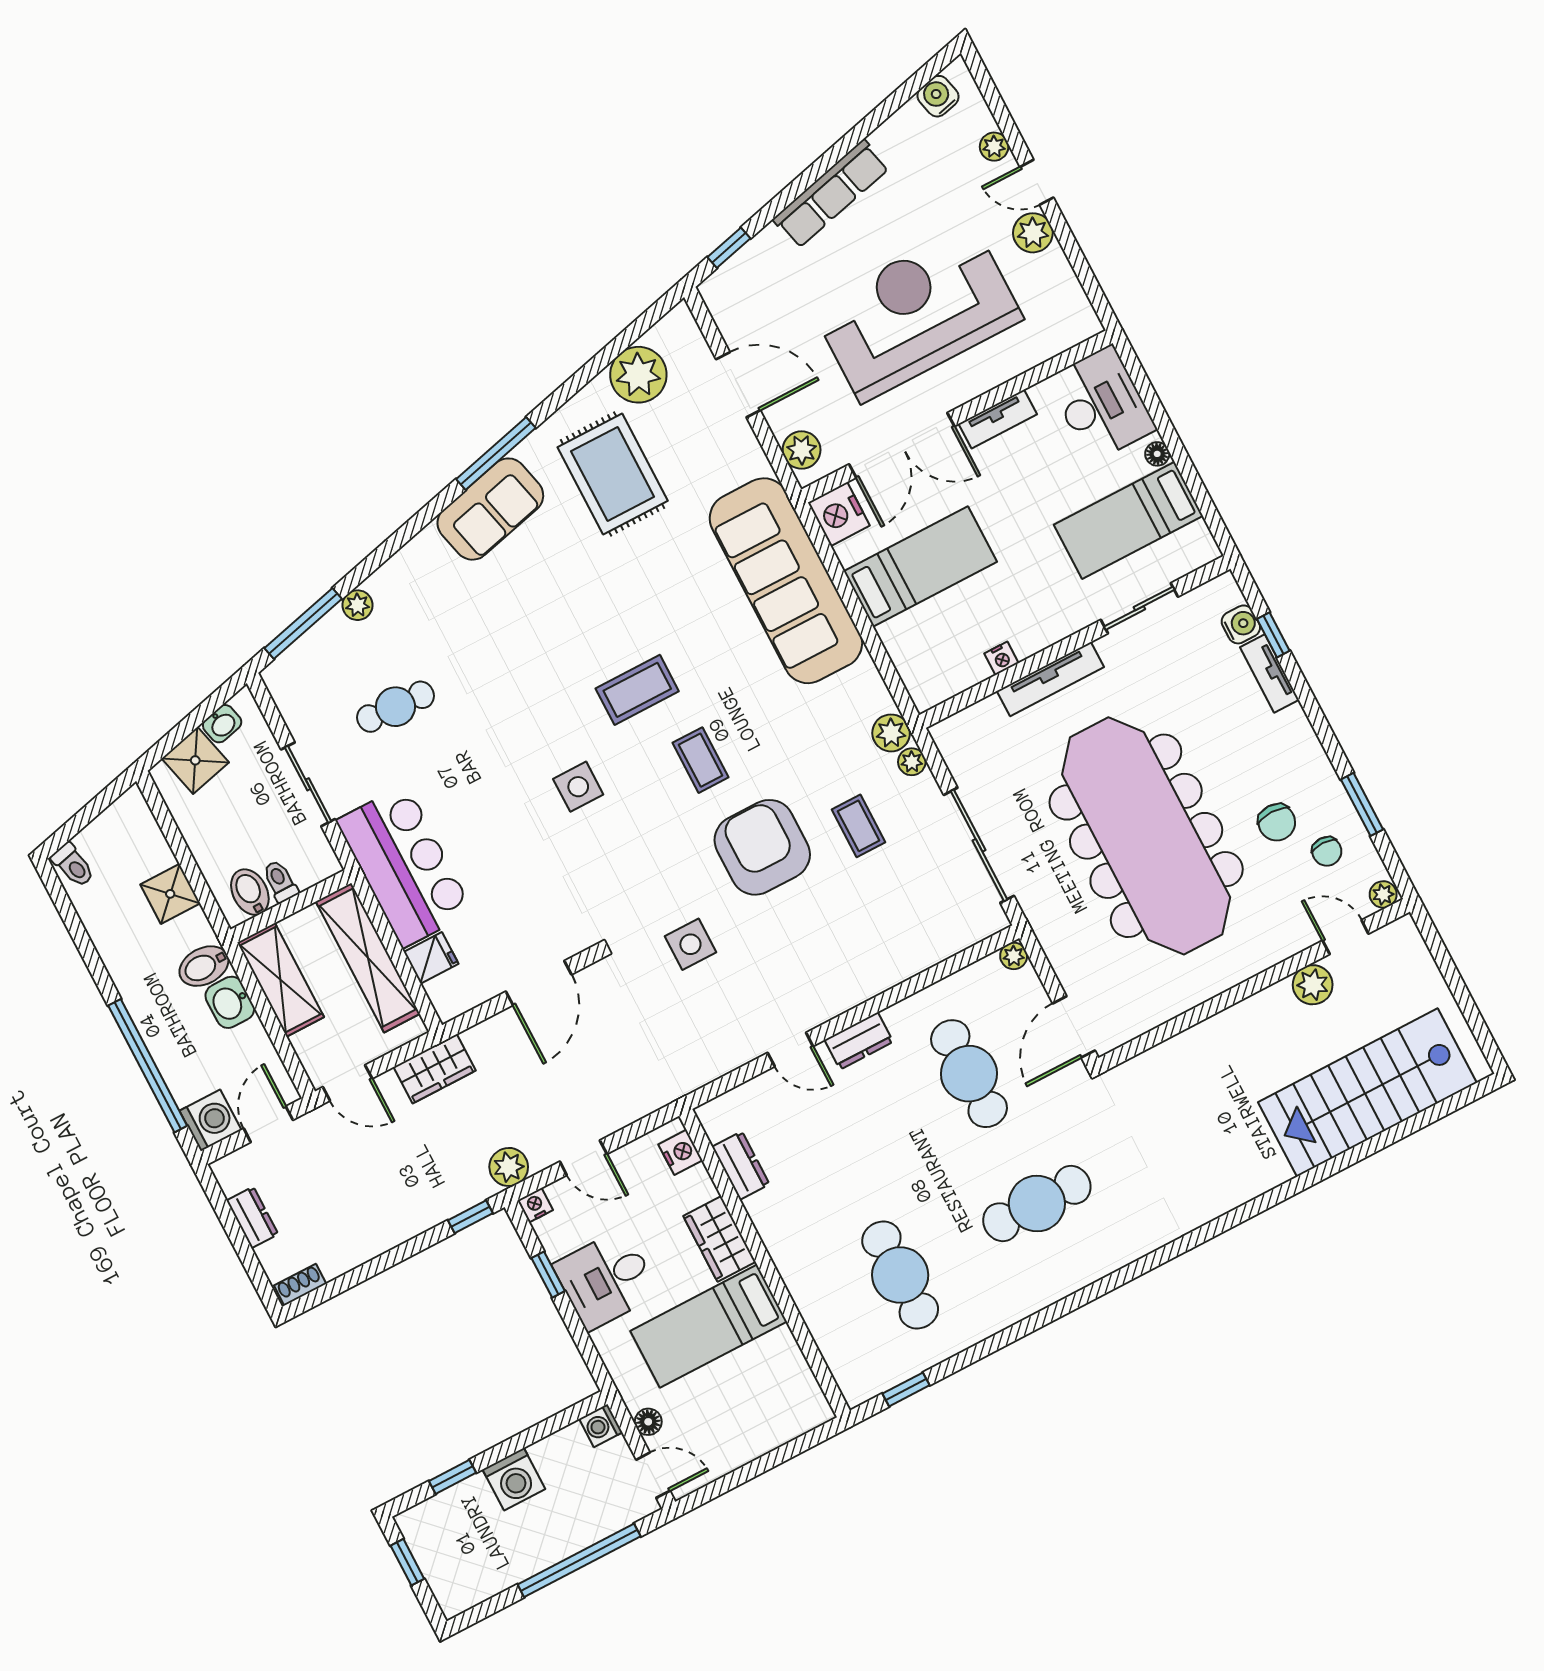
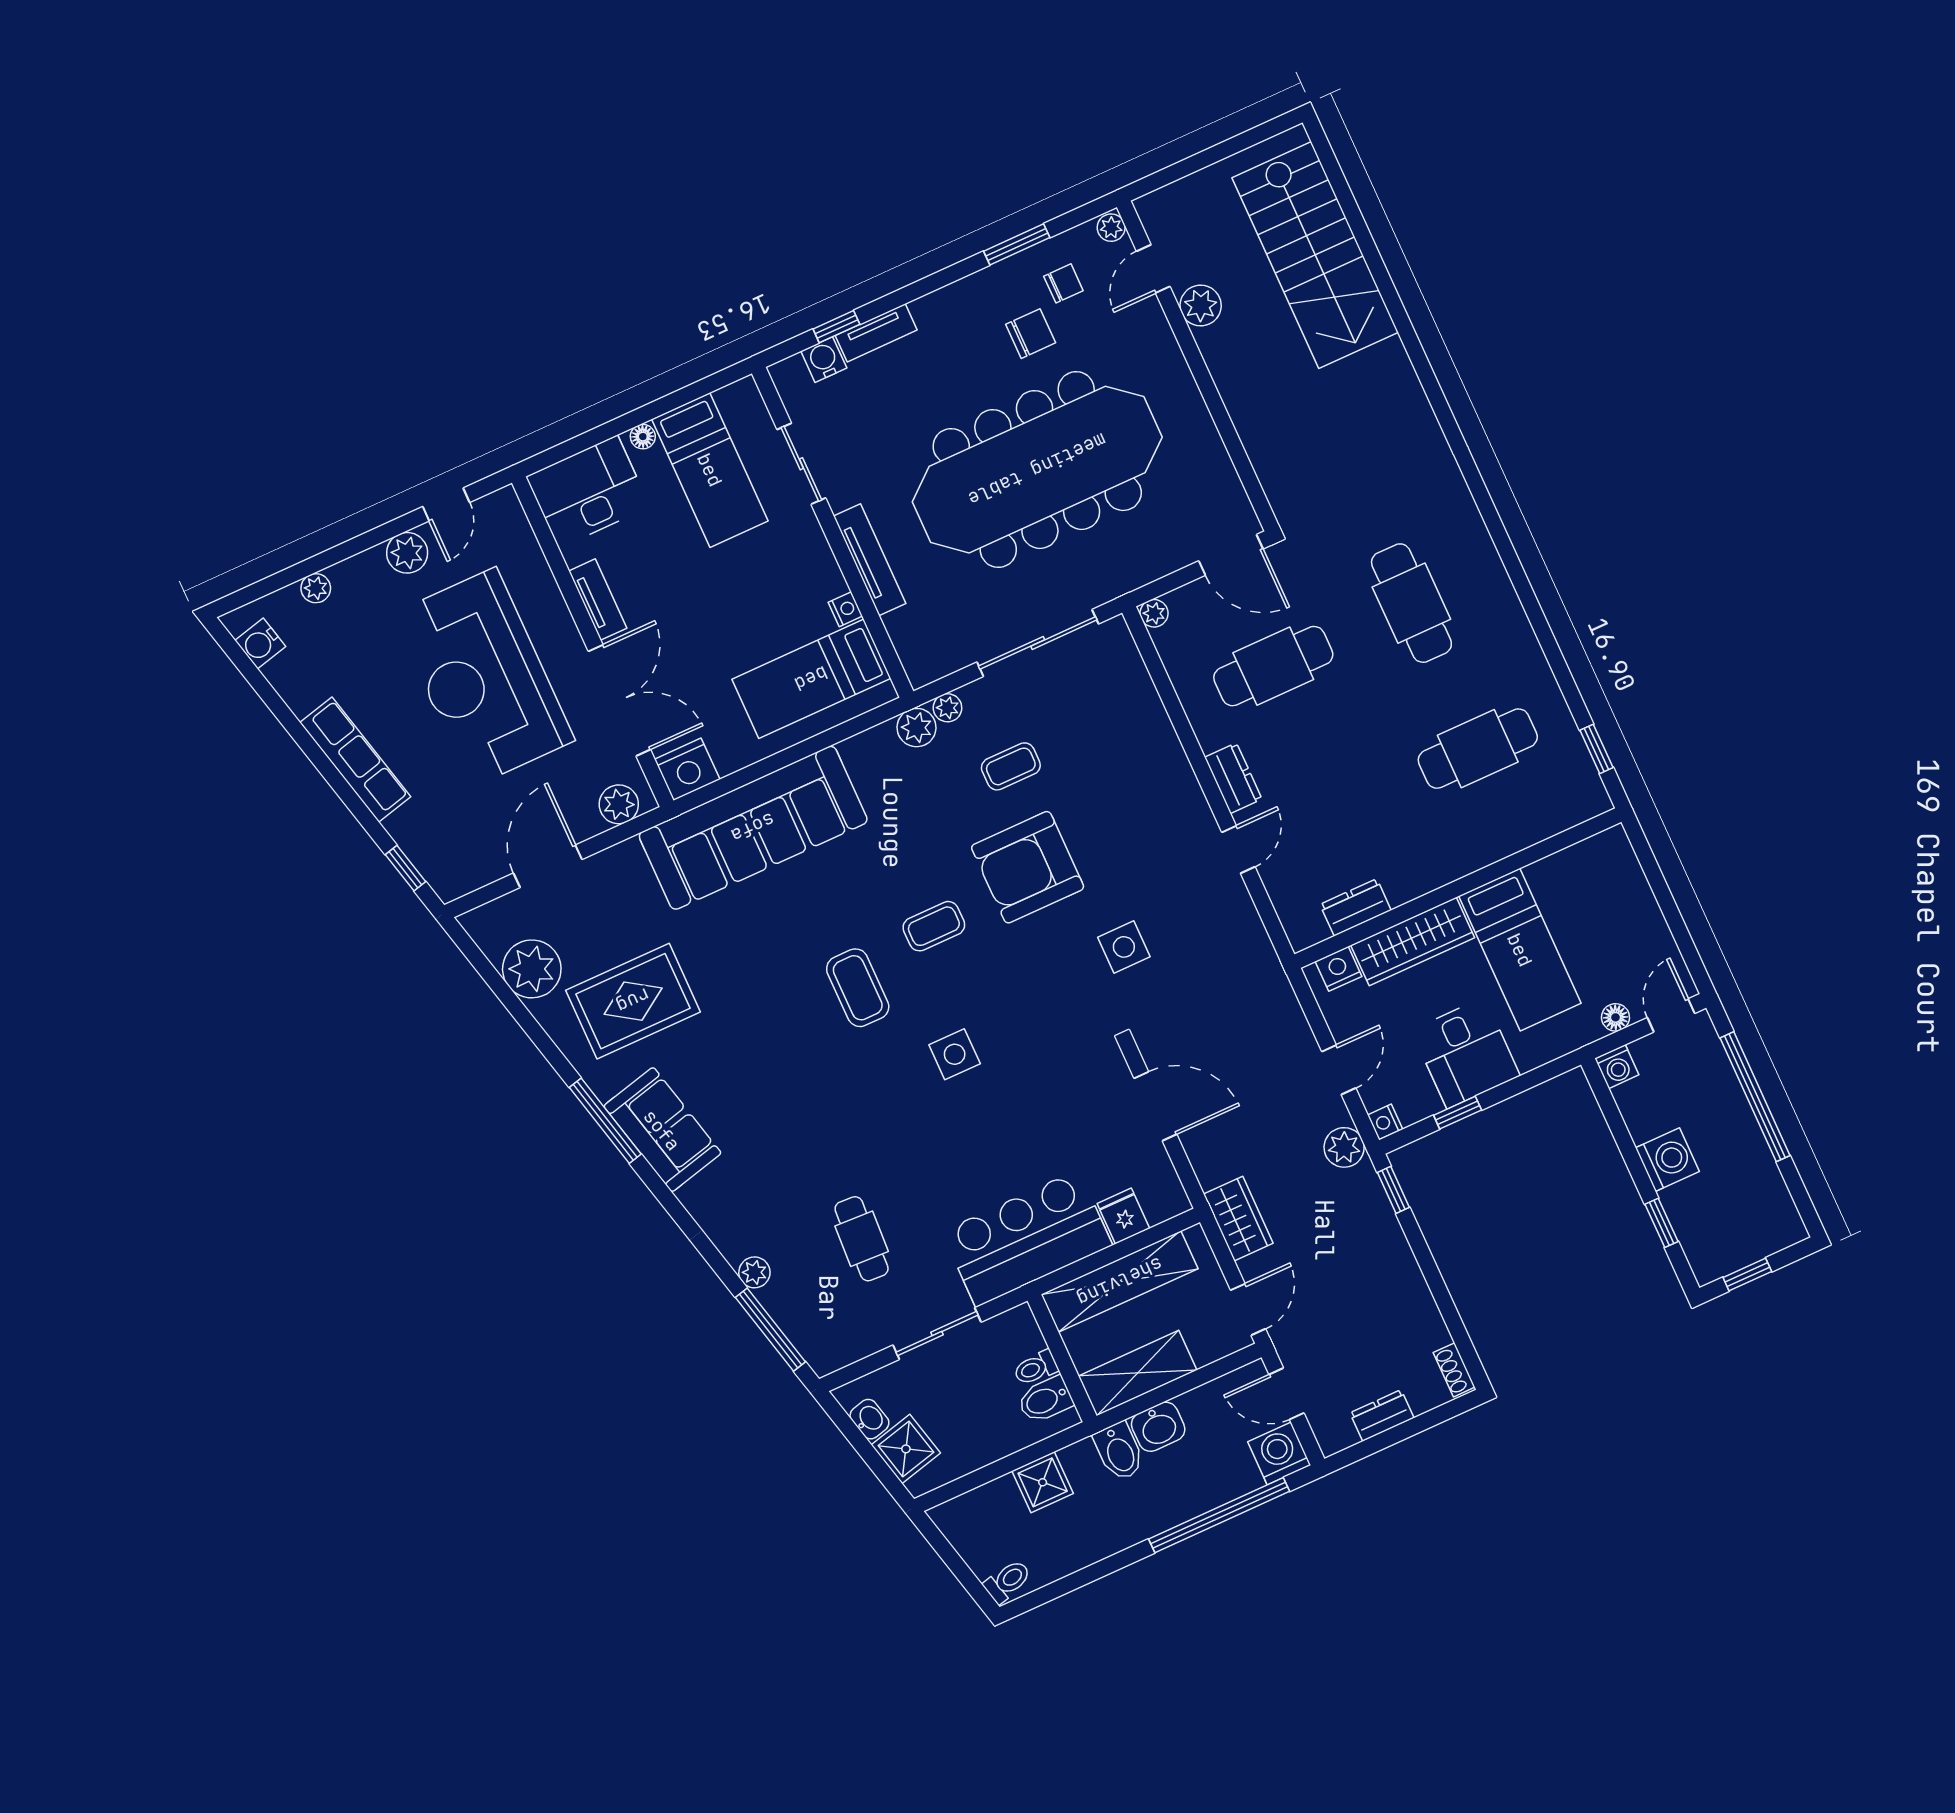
door: (1037, 182) -> (446, 504), moved
bed: (920, 566) -> (811, 679), moved, turned -90
wardrobe: (719, 1239) -> (1413, 941), width x1.50

